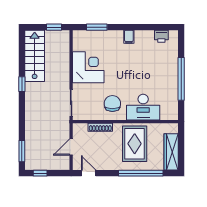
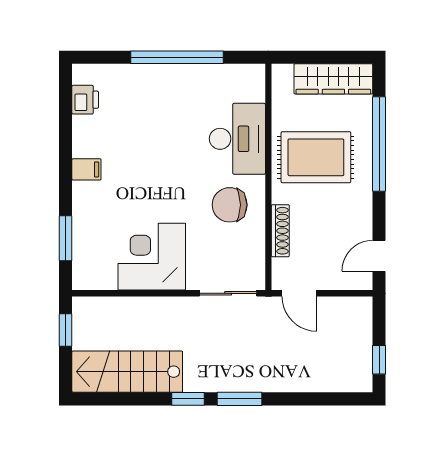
door: (71, 147) -> (299, 293), moved
window: (22, 151) -> (240, 399), moved

